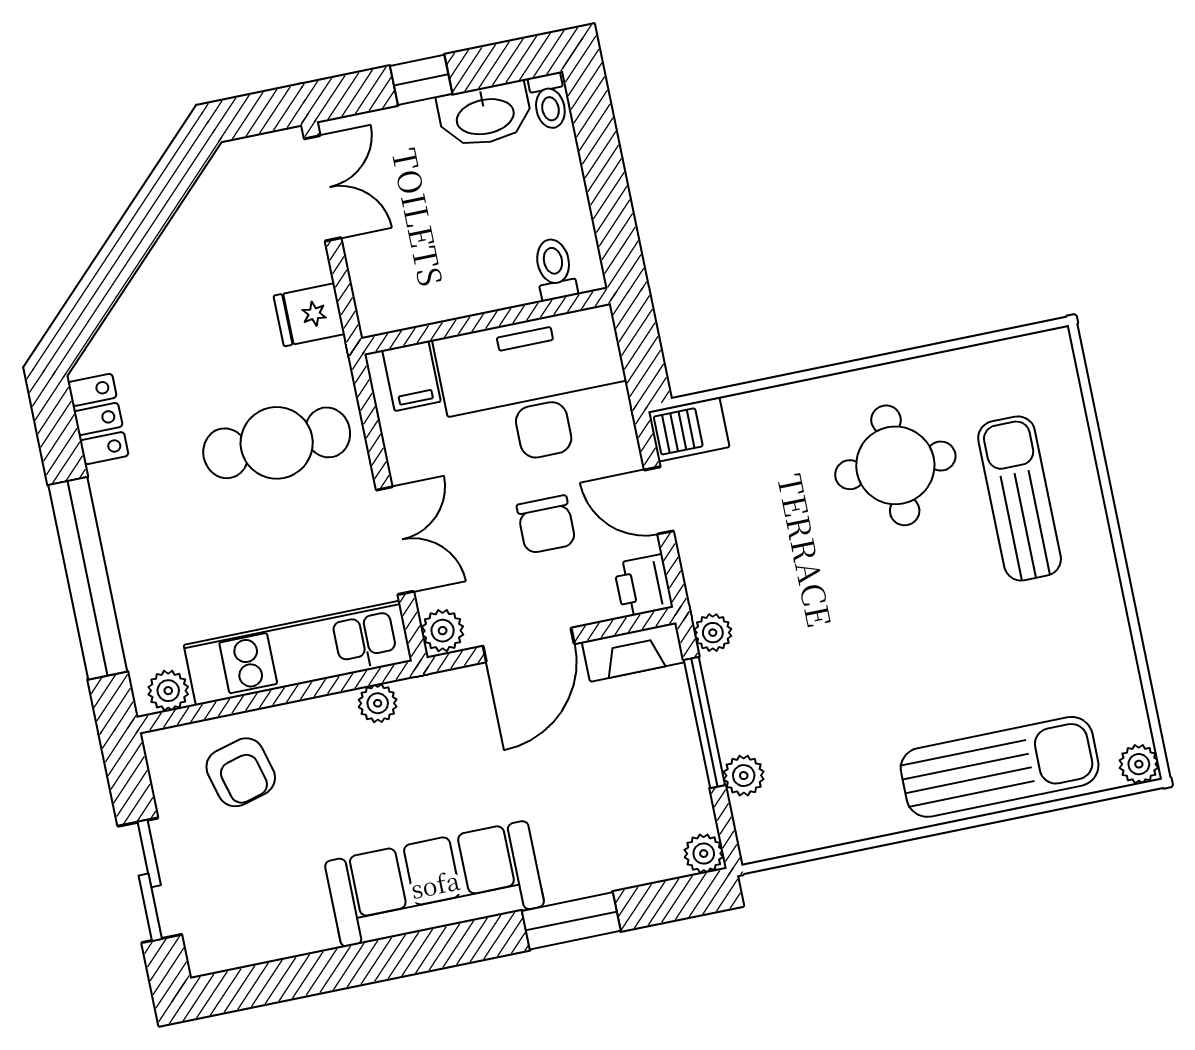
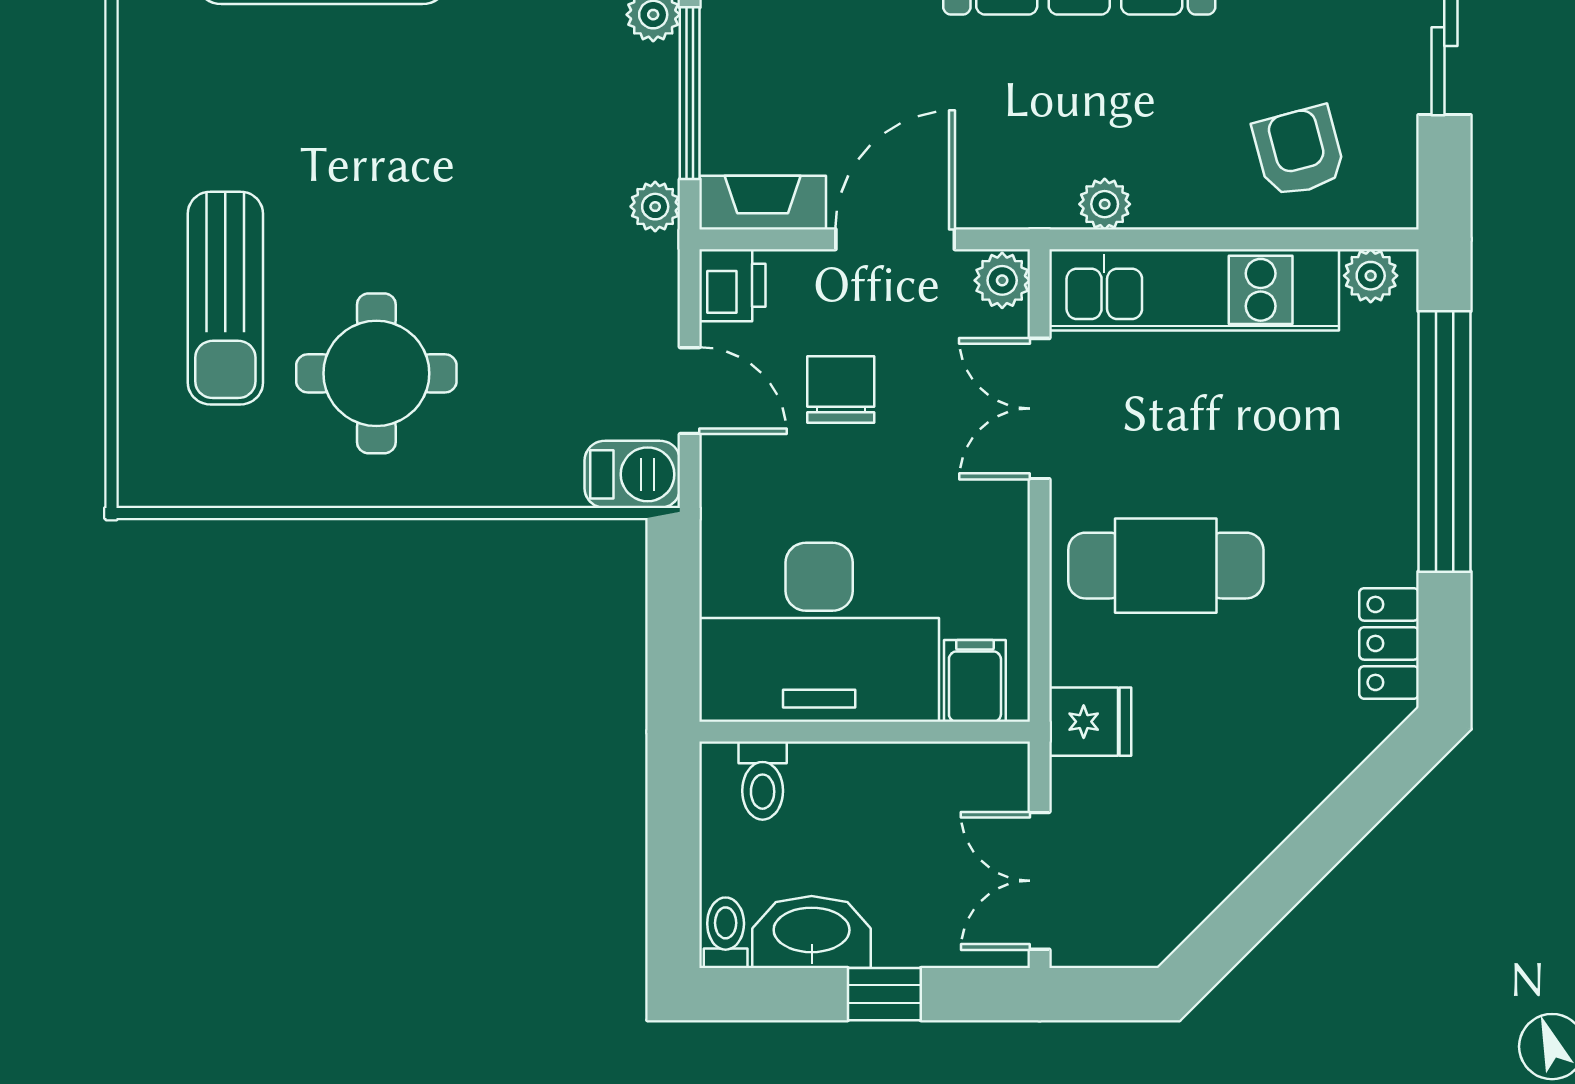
toilet: (555, 269) -> (763, 781), moved
wall: (486, 321) -> (865, 732), moved
filing cabinet: (411, 376) -> (975, 681), moved
desk: (535, 388) -> (819, 632), moved

